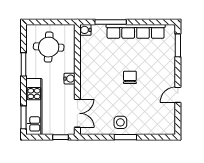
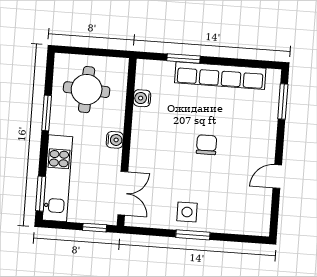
window: (111, 22) -> (184, 58), width x0.69
water cooler: (85, 30) -> (142, 98), moved

